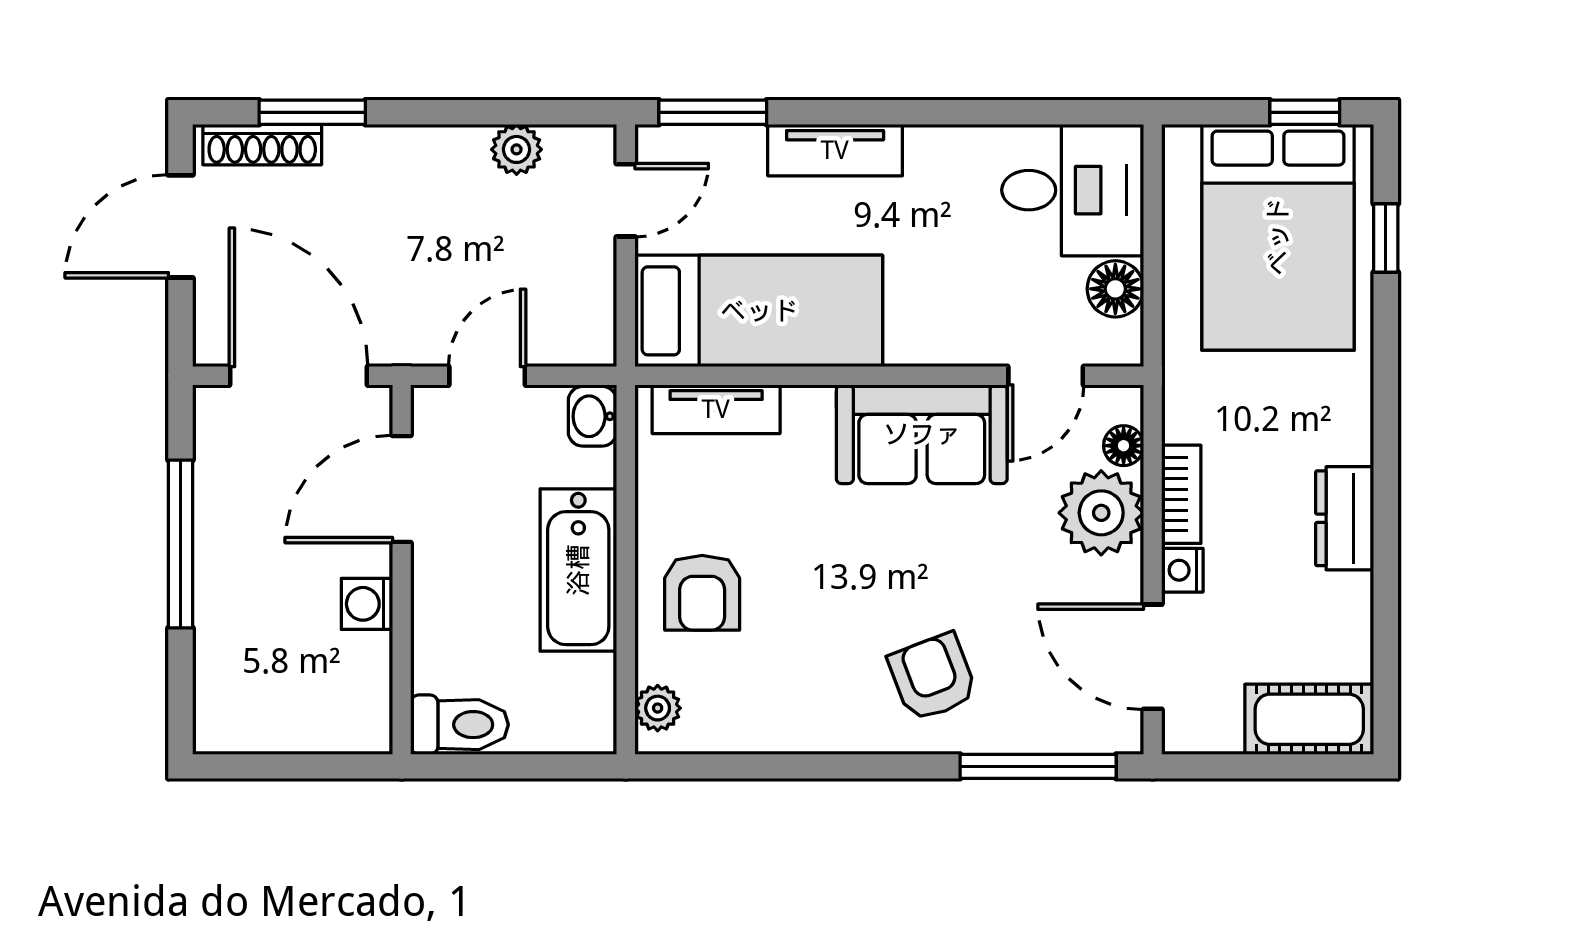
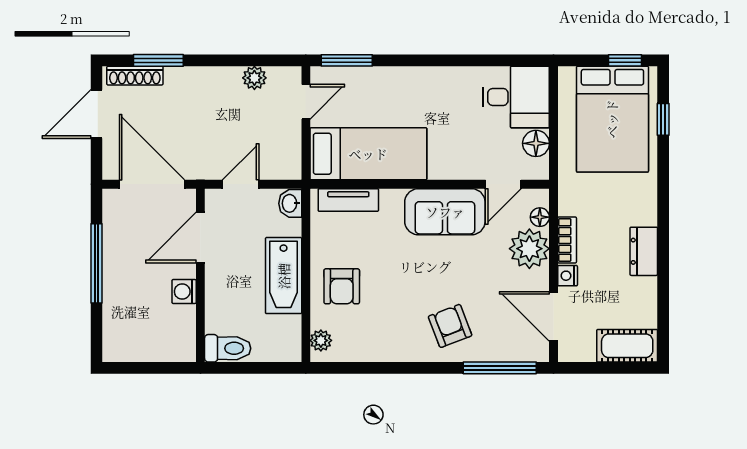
tv unit: (835, 150) -> (404, 78), removed

